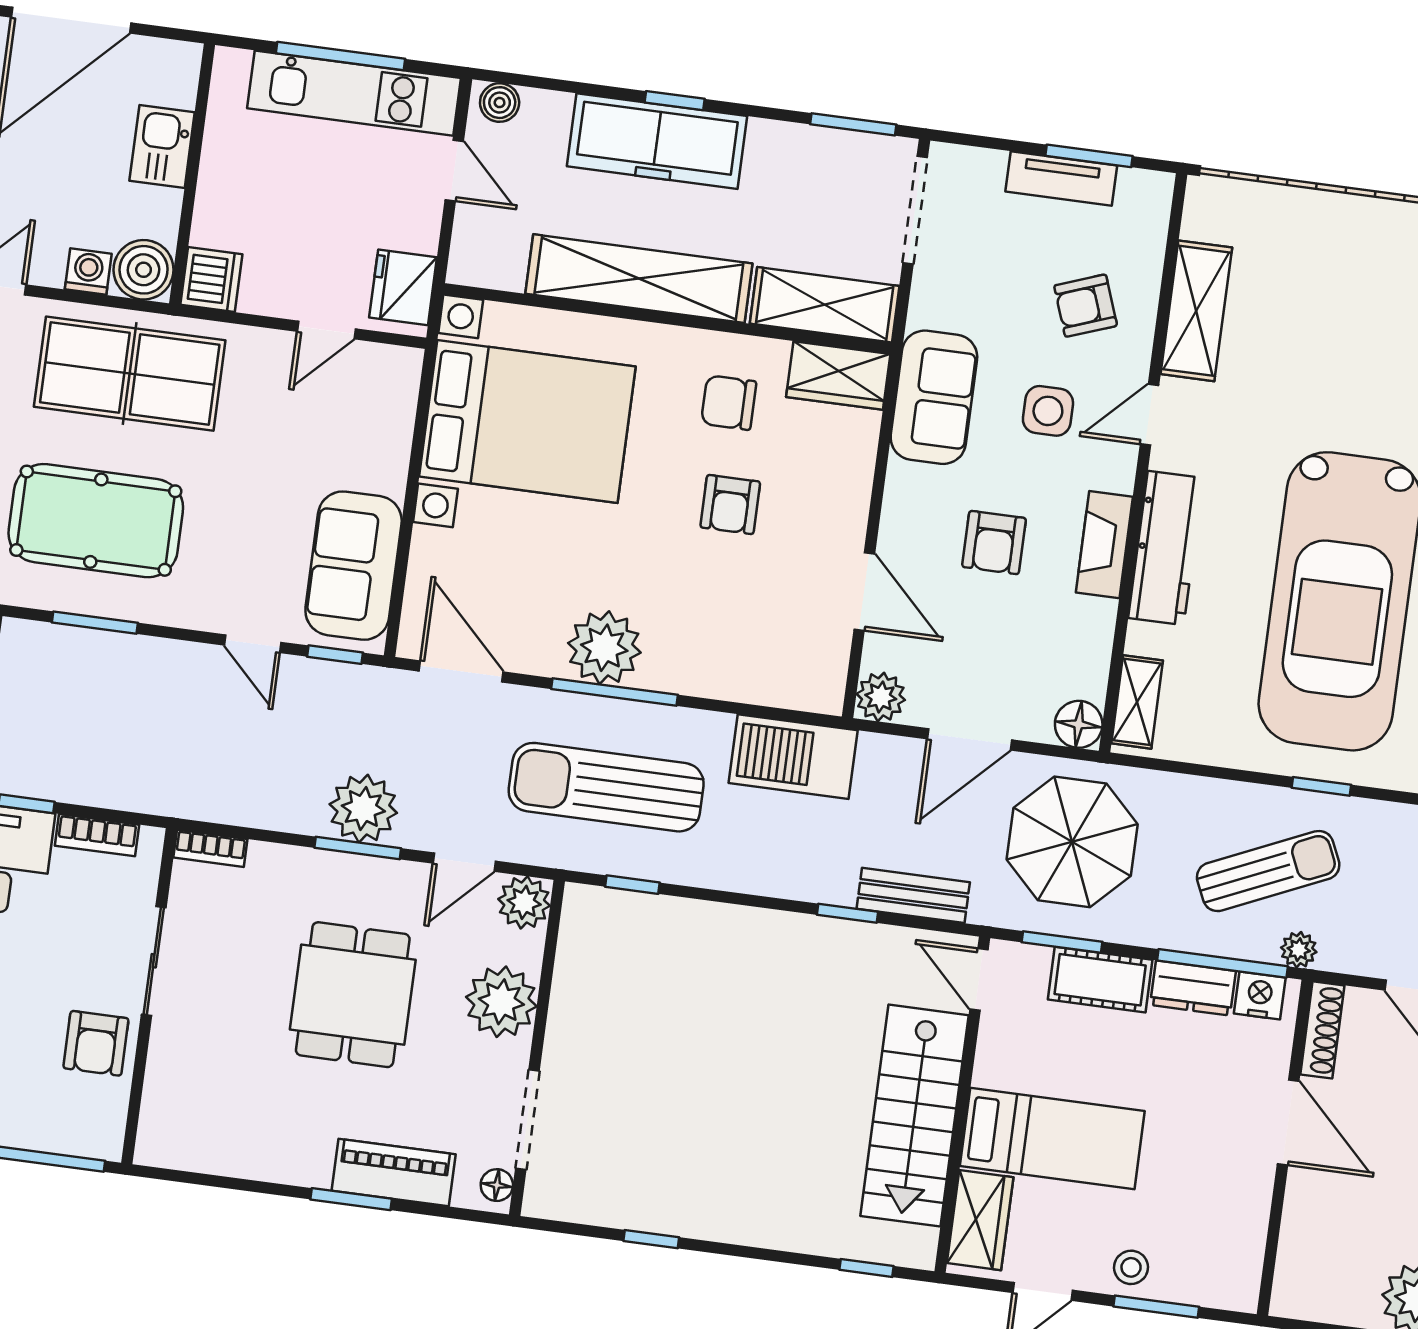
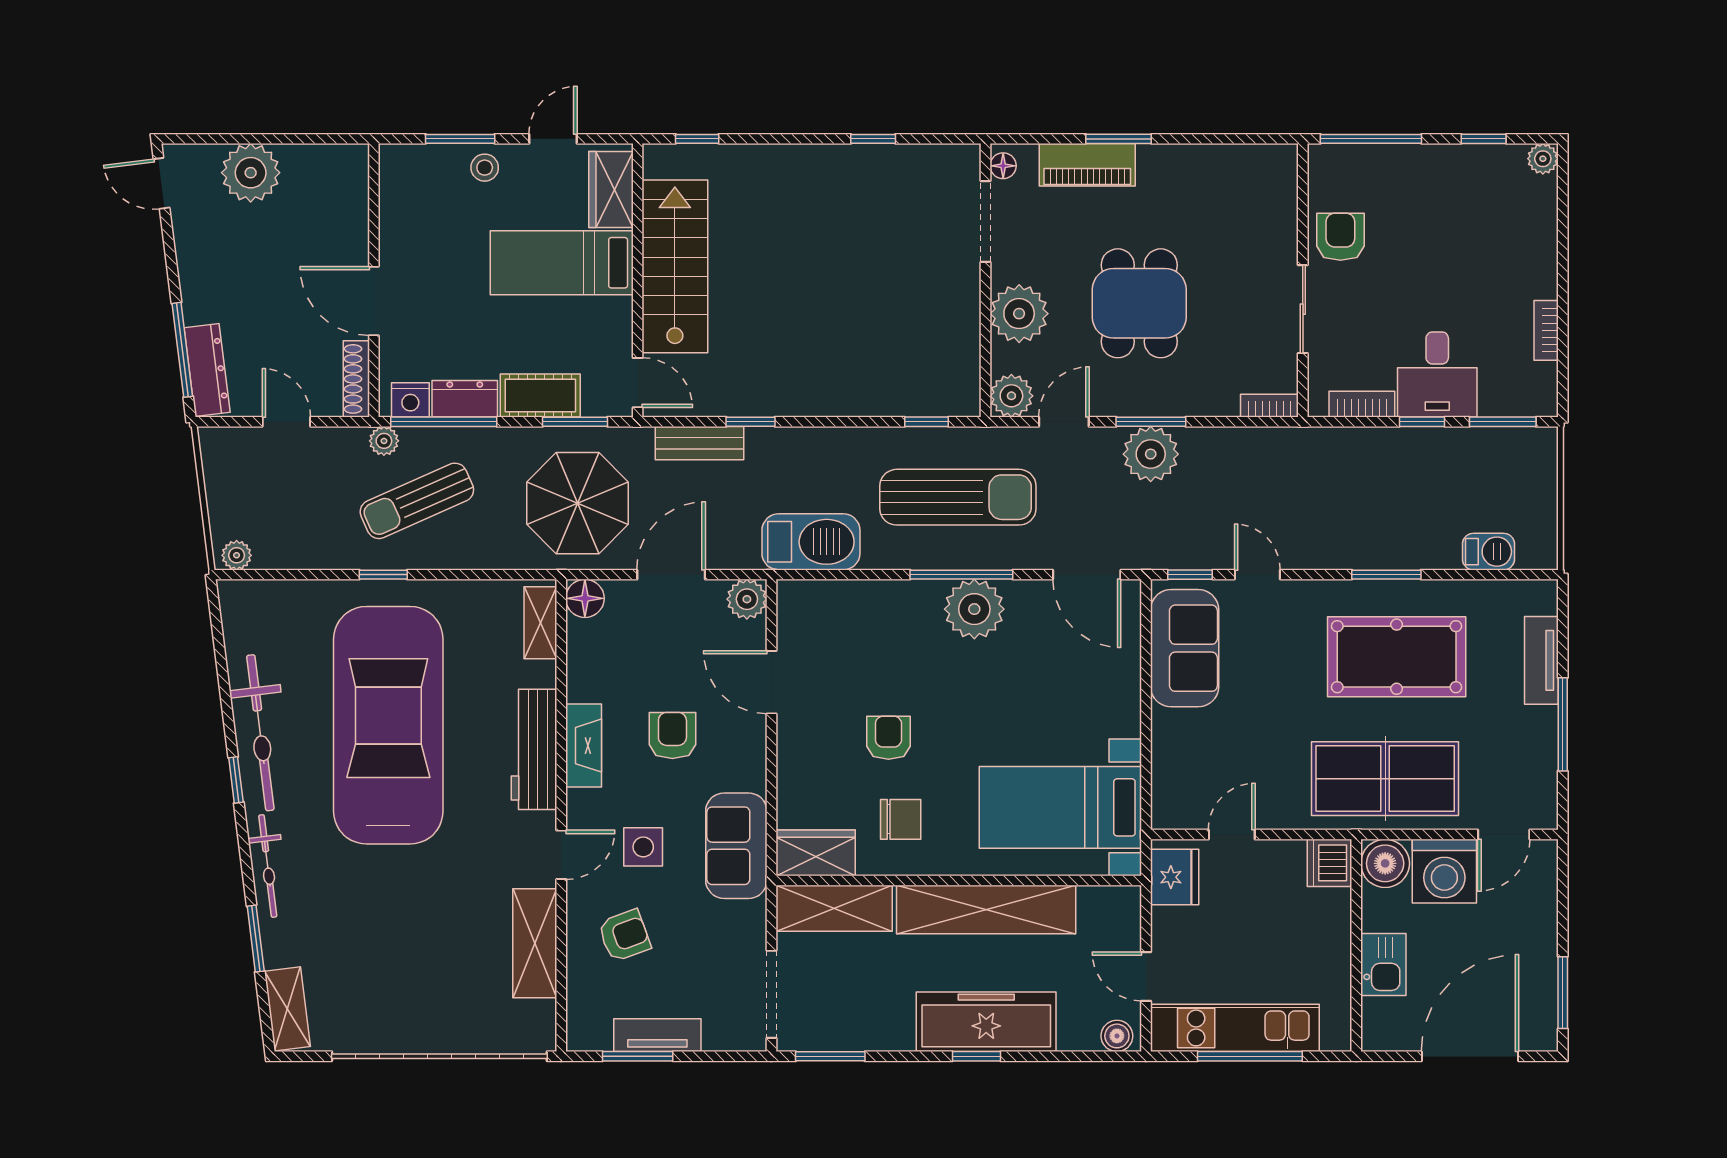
washing machine: (88, 271) -> (1444, 871), width x1.89, depth x1.89
bed with nightstands: (527, 421) -> (1060, 807), width x0.73

